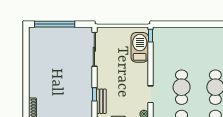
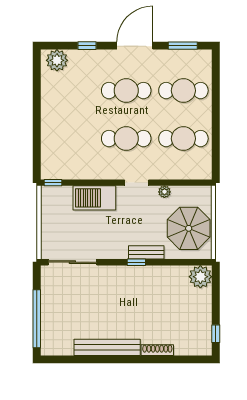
barbecue: (140, 47) -> (94, 198), moved
bench: (34, 74) -> (107, 347), added

